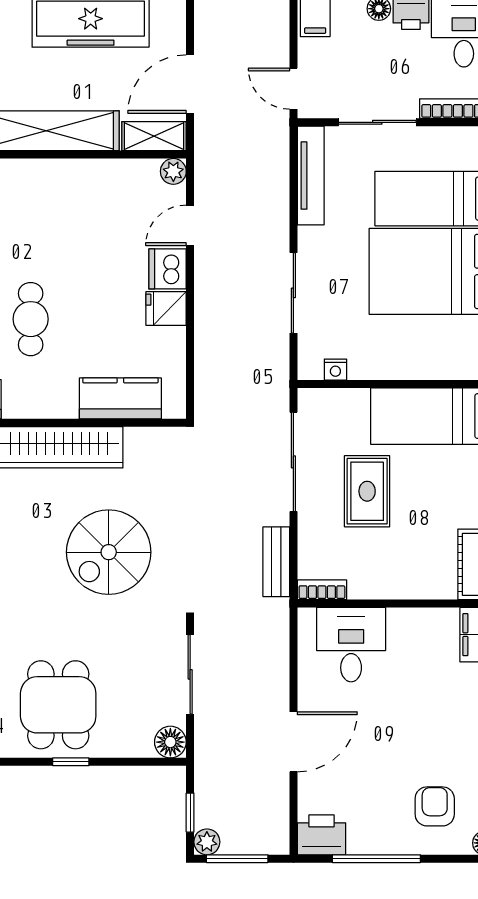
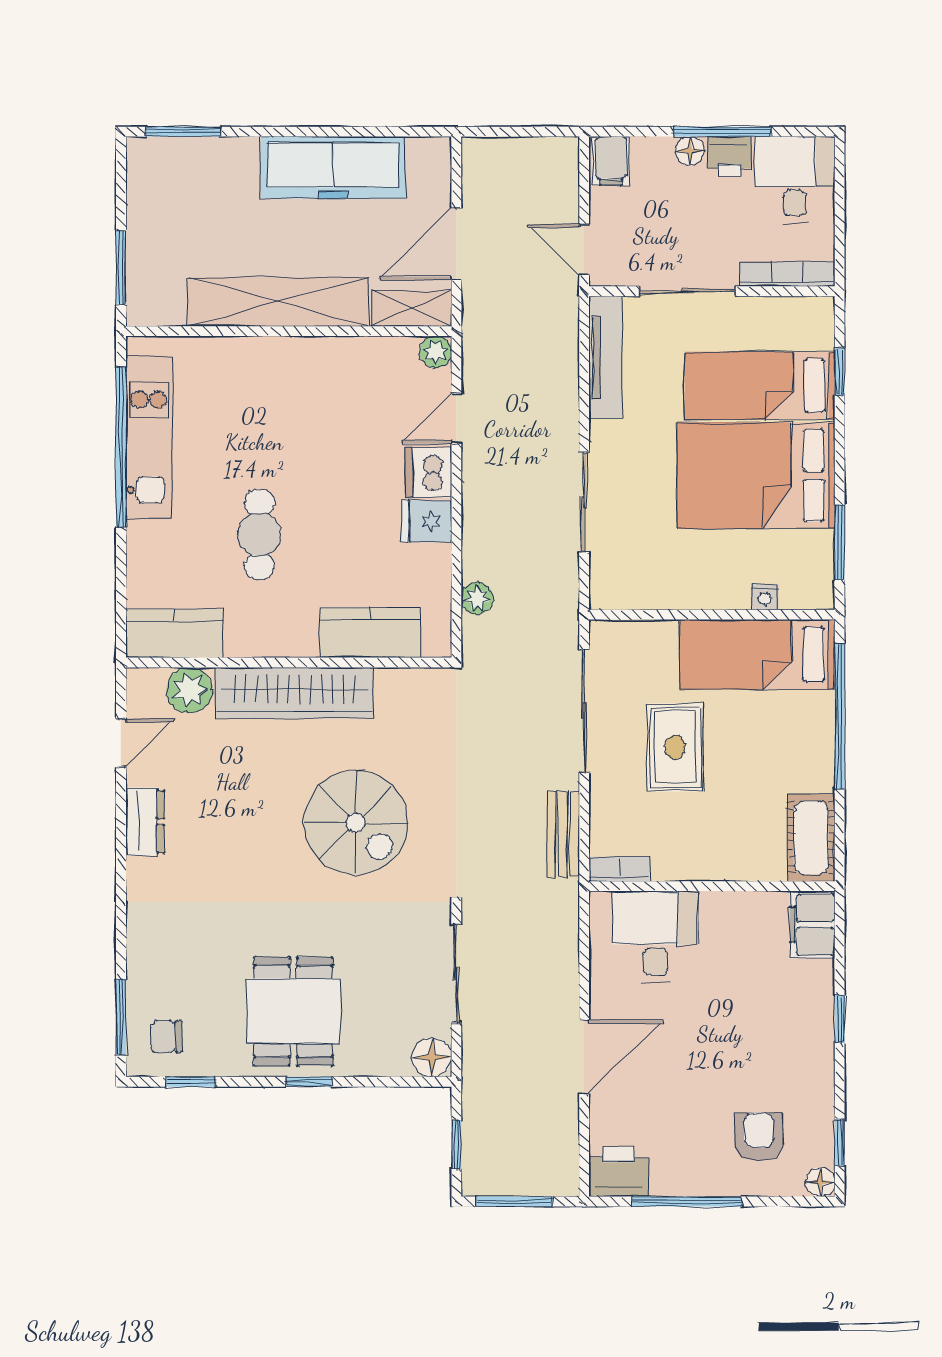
nightstand: (335, 370) -> (765, 597), moved
spiral stairs: (109, 552) -> (356, 823), turned -90
plant: (207, 842) -> (477, 598), moved

